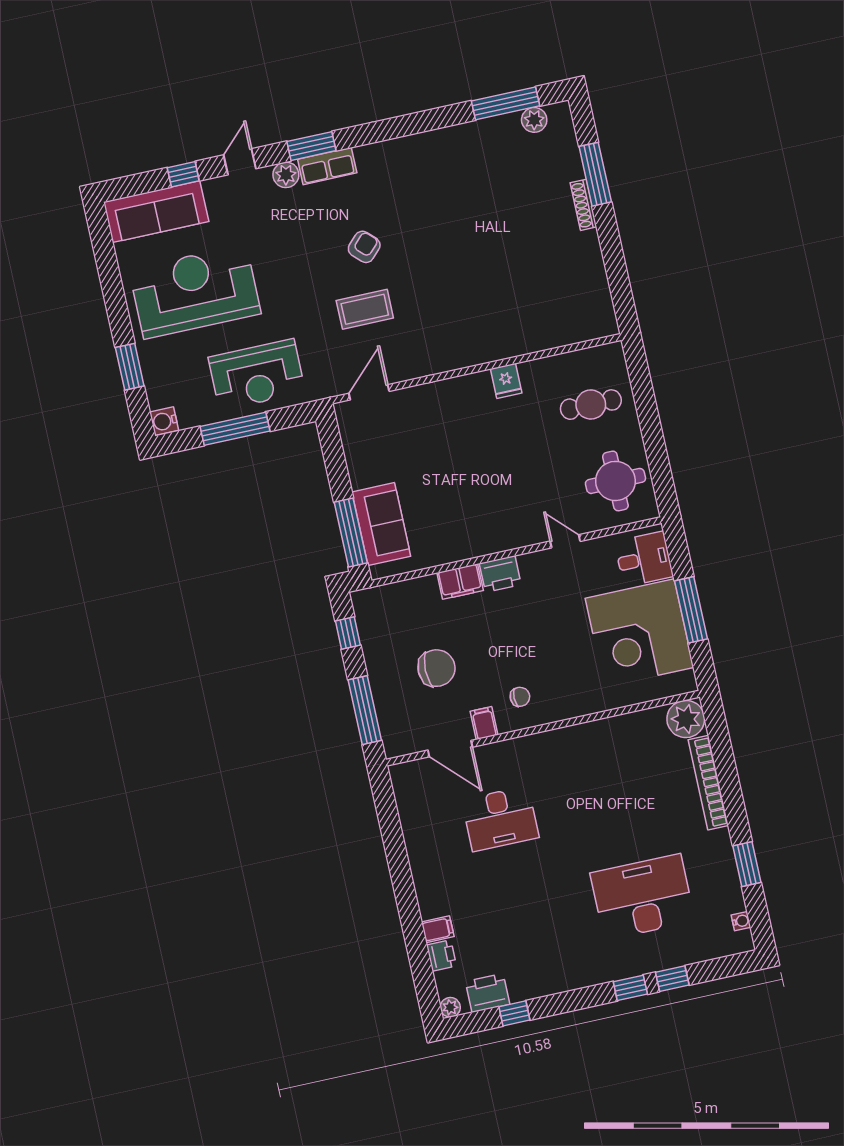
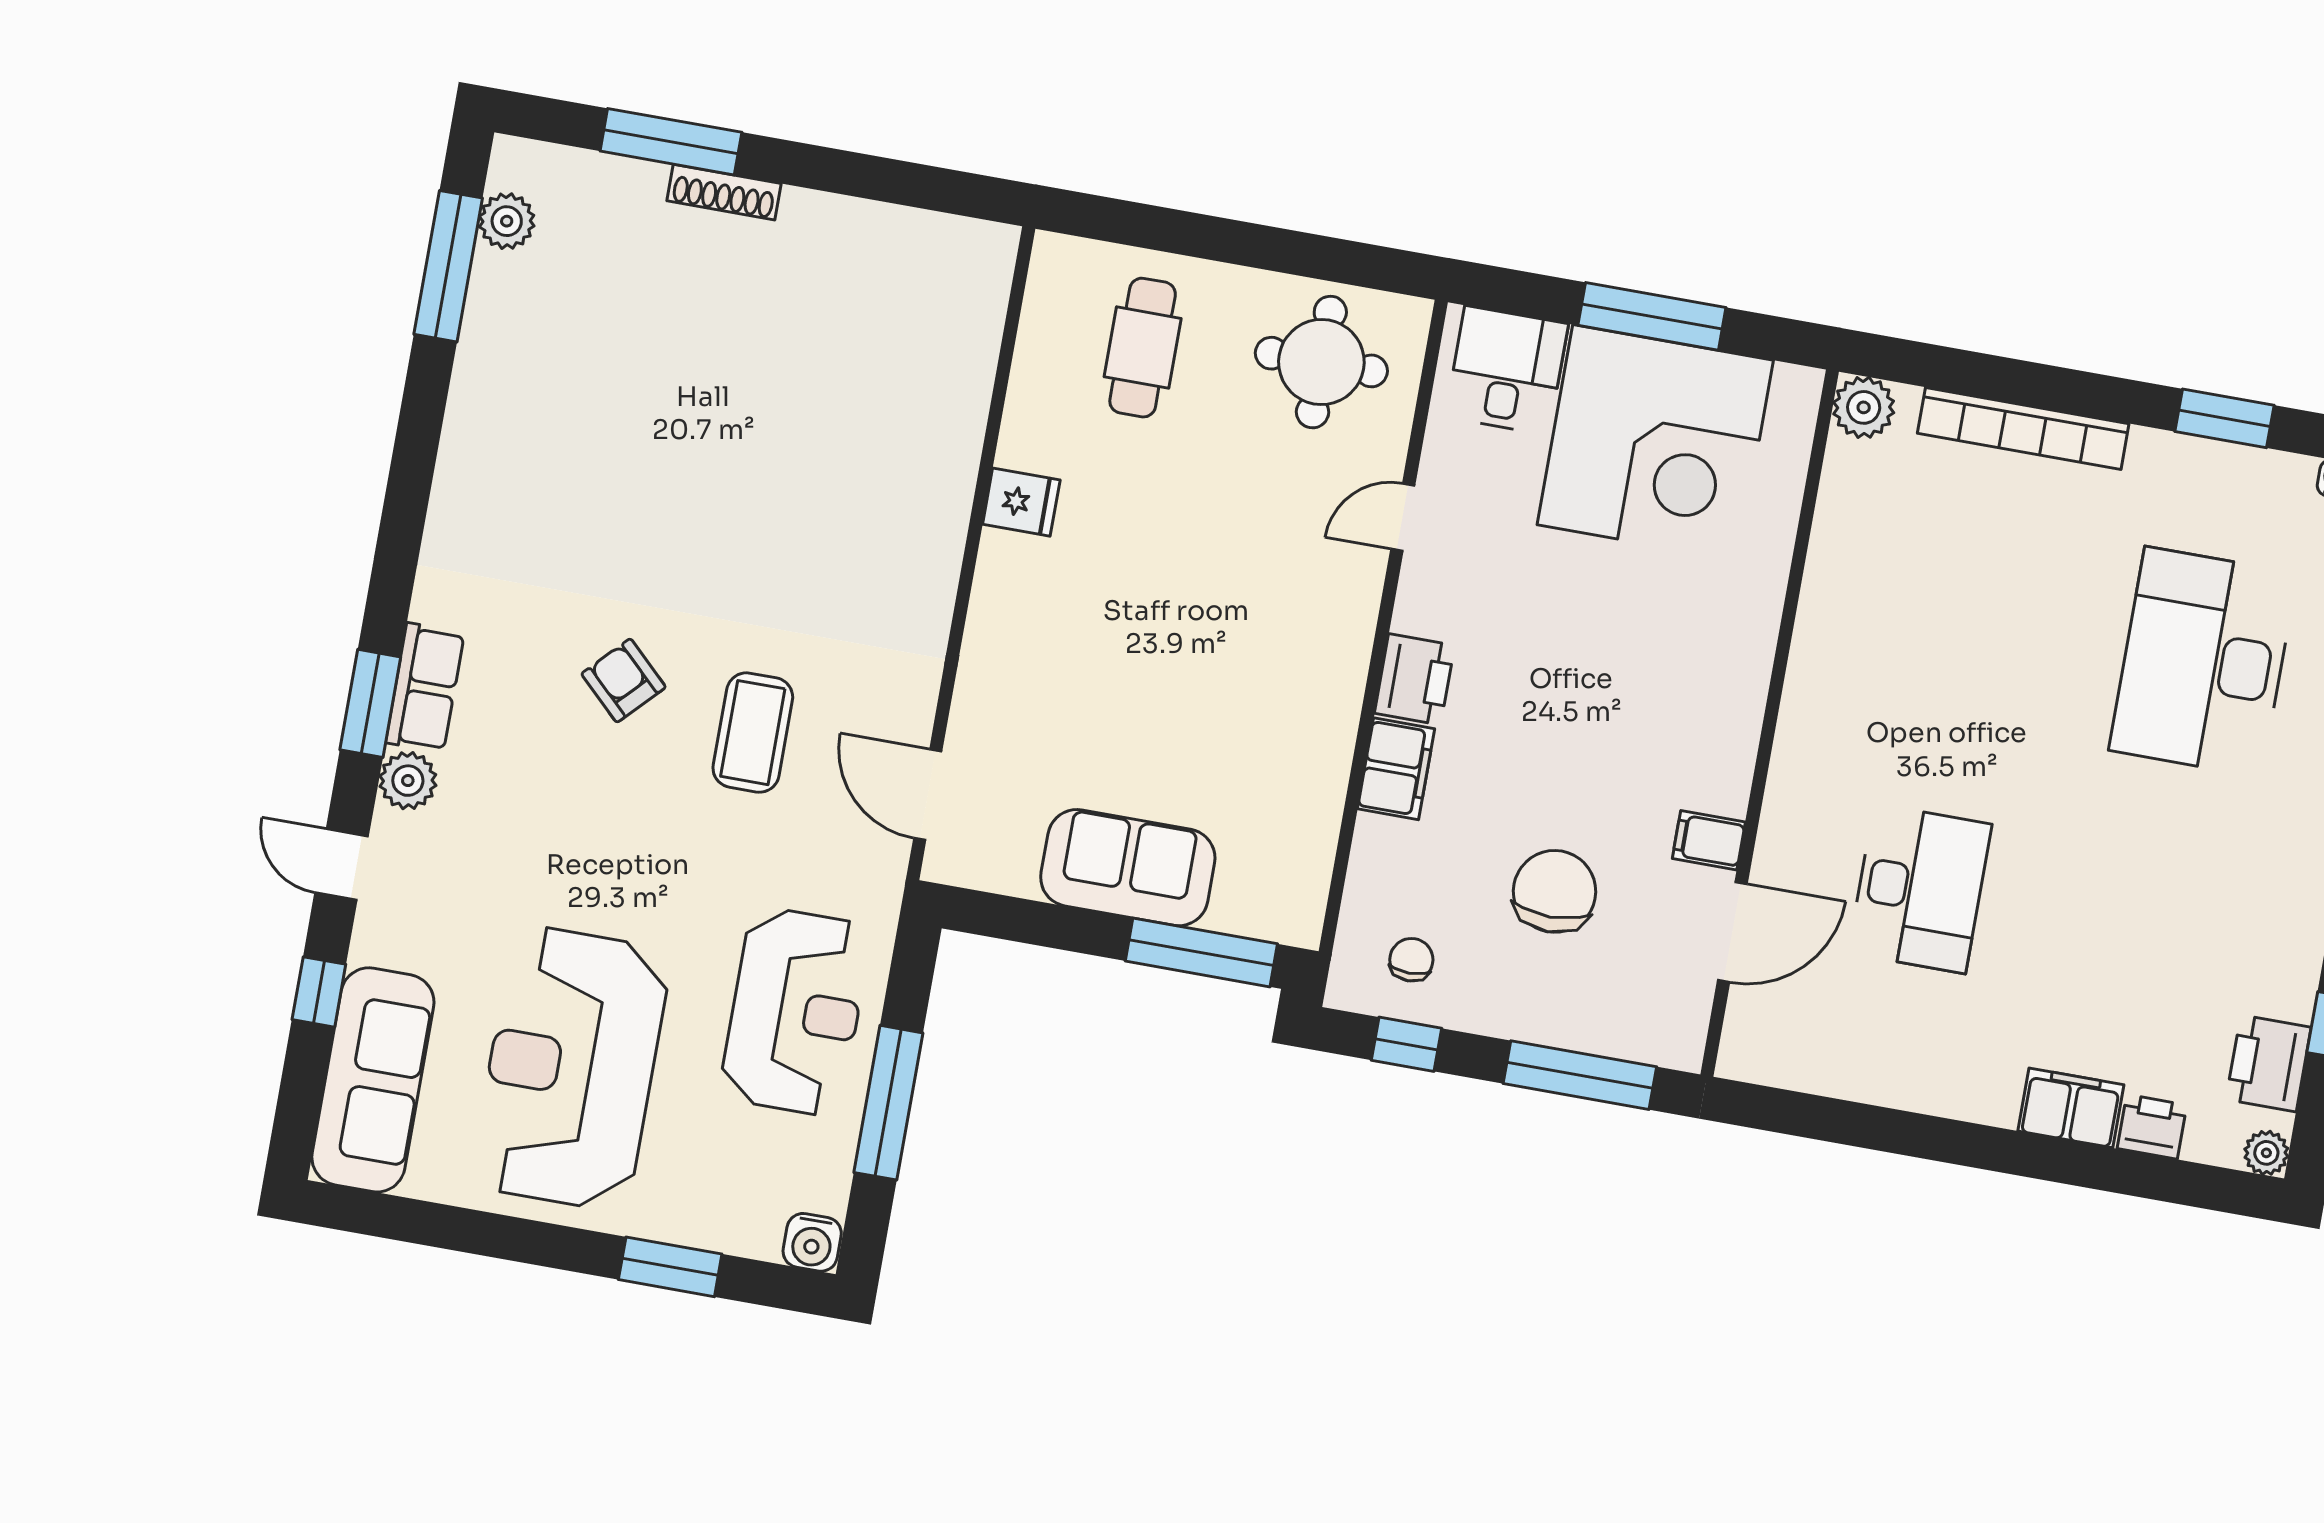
sofa: (381, 524) -> (1128, 868), moved
chair: (520, 697) -> (1411, 960), moved
plant: (686, 719) -> (1864, 407), width x0.73, depth x0.73
filing cabinet: (438, 929) -> (2071, 1108), width x2.00

